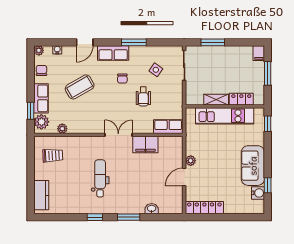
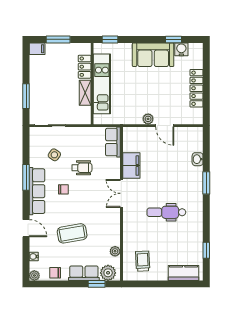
row of seats: (113, 53) -> (37, 191), width x1.48
coffee table: (80, 87) -> (72, 233), turned -70
locker: (204, 208) -> (196, 88), moved
window: (95, 217) -> (206, 250), moved

